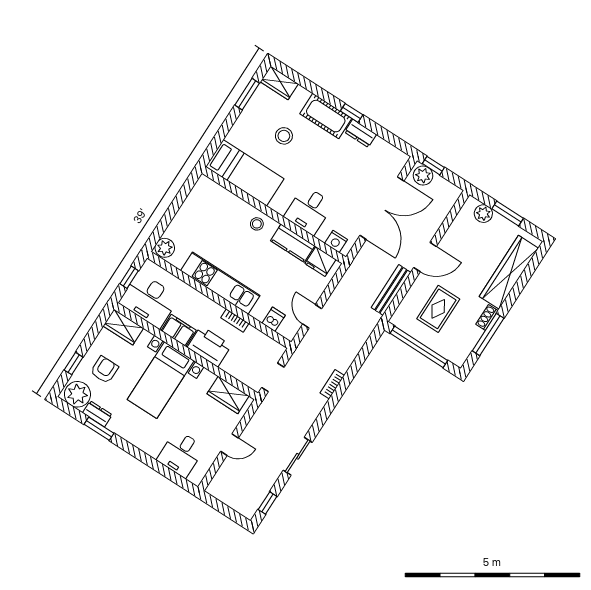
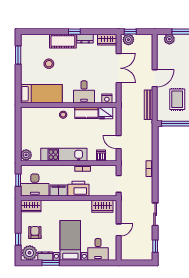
wardrobe: (279, 83) -> (107, 40), moved
double door: (382, 208) -> (119, 68), width x0.73
bed with nightstands: (161, 380) -> (70, 240), moved, turned 180

